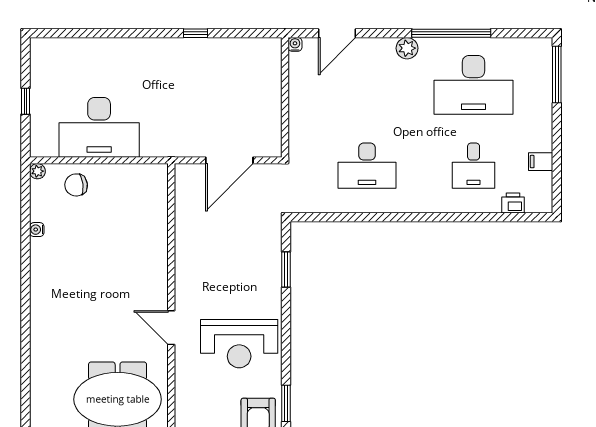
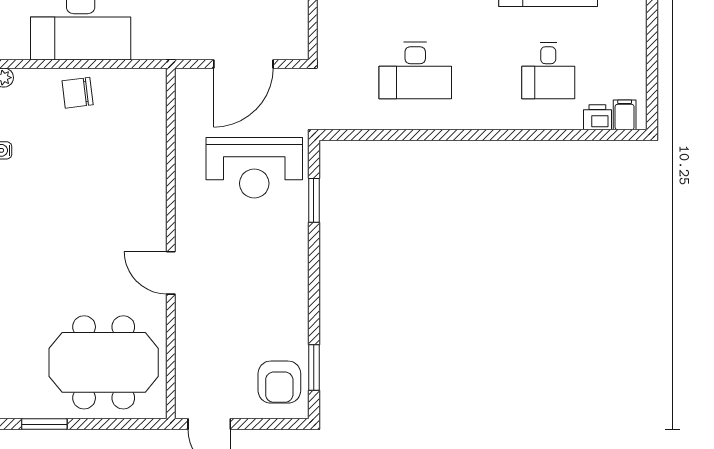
filing cabinet: (541, 162) -> (625, 115), moved, turned 90
chair: (76, 185) -> (78, 93), moved
reception desk: (239, 344) -> (254, 168), moved

